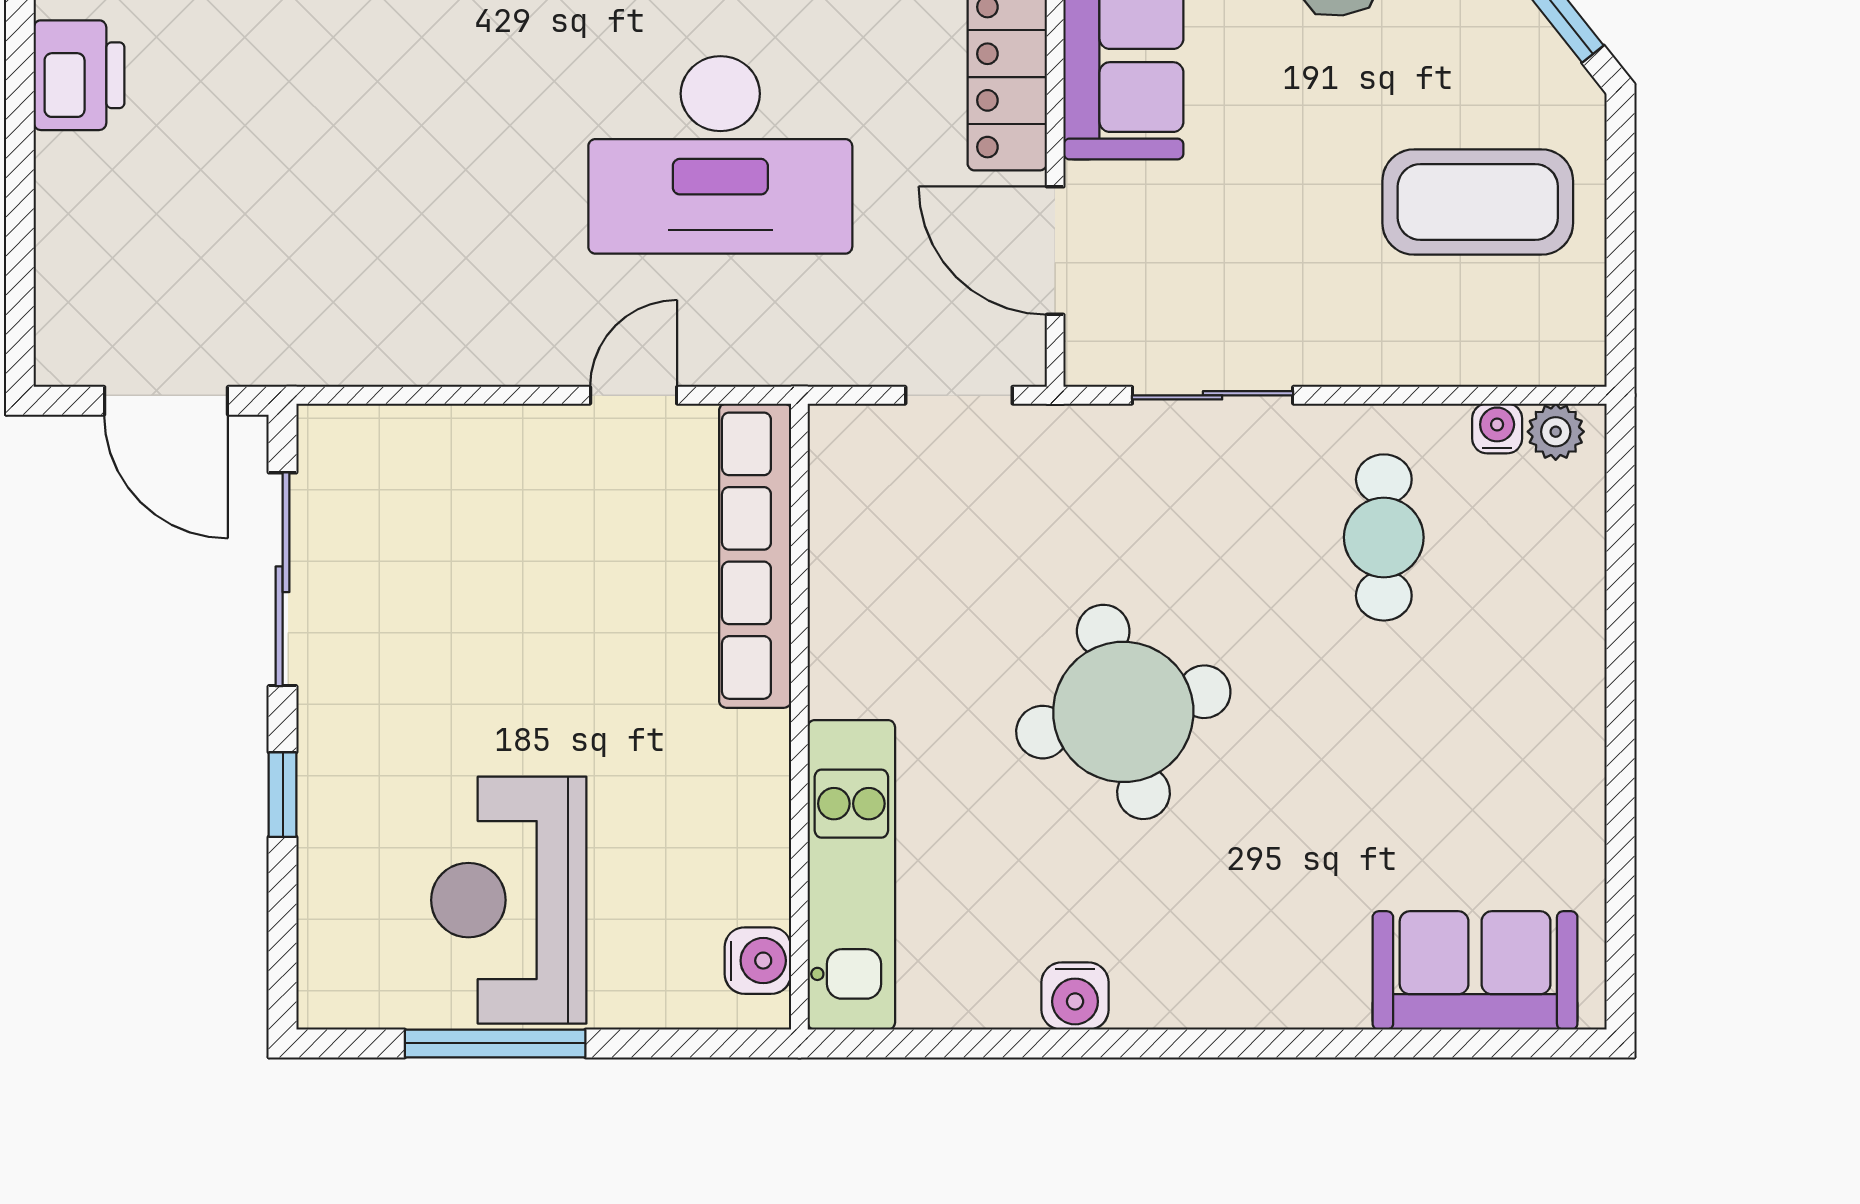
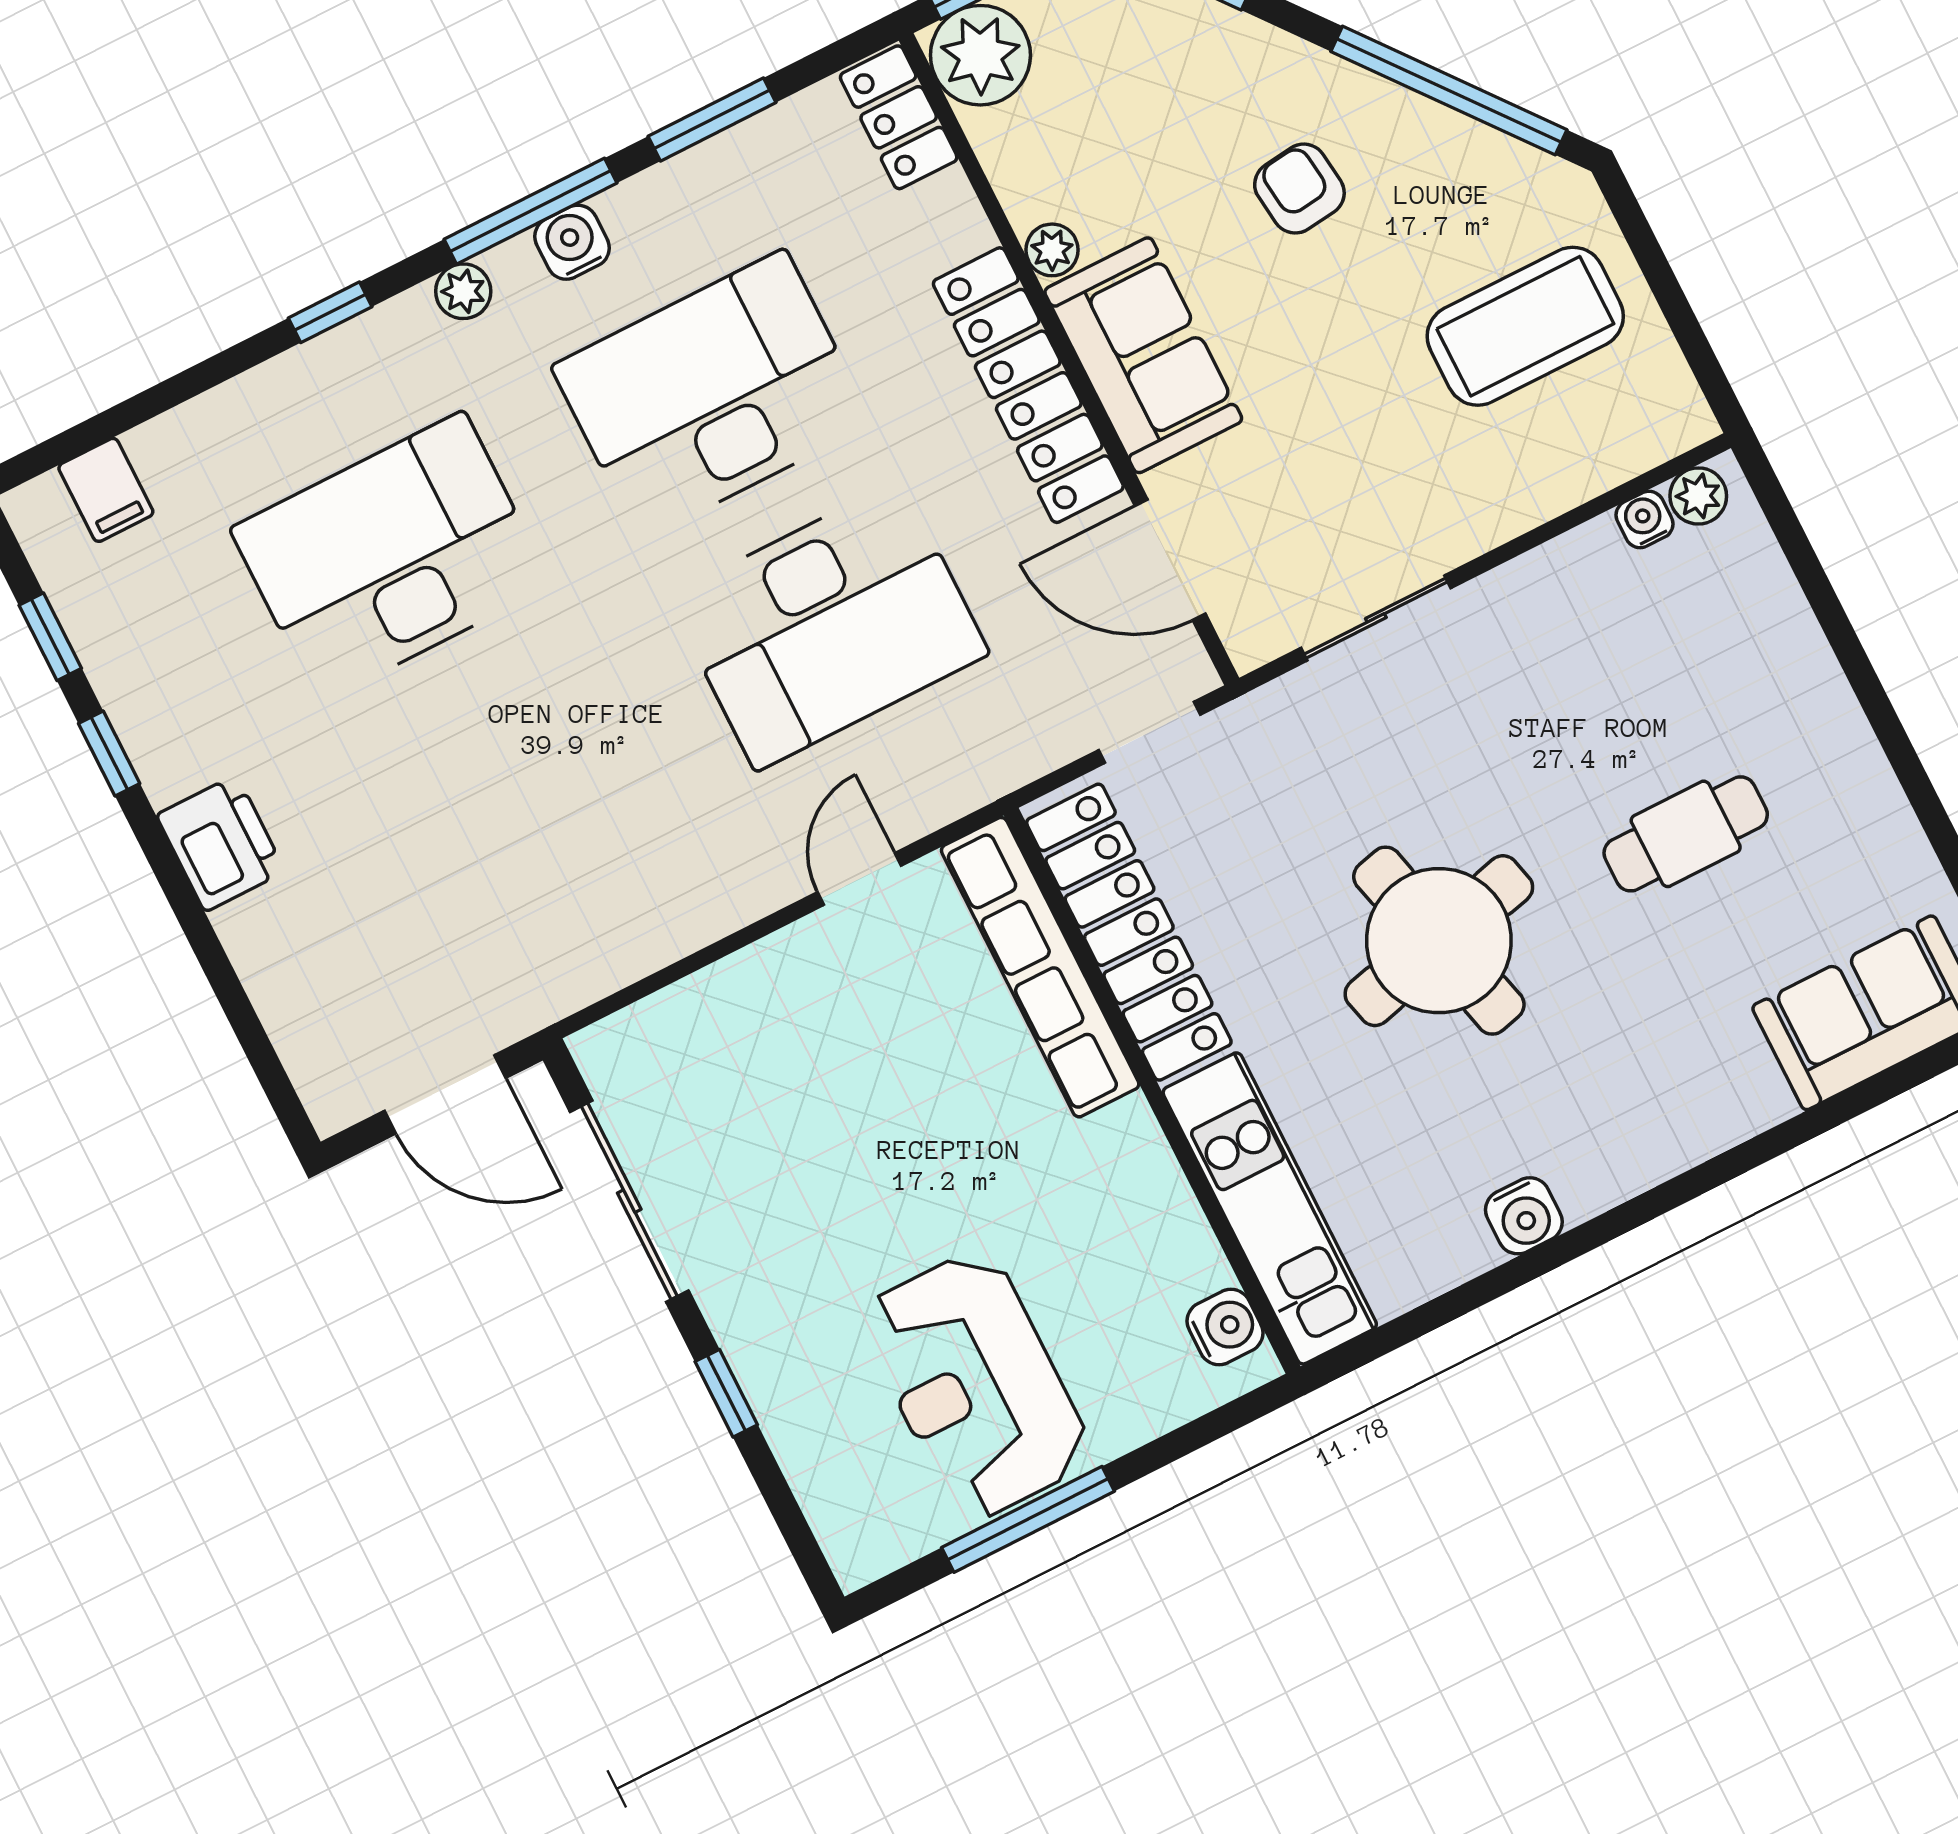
cafe table: (1384, 537) -> (1686, 834), moved, turned 90
locker: (850, 564) -> (1129, 932), added

